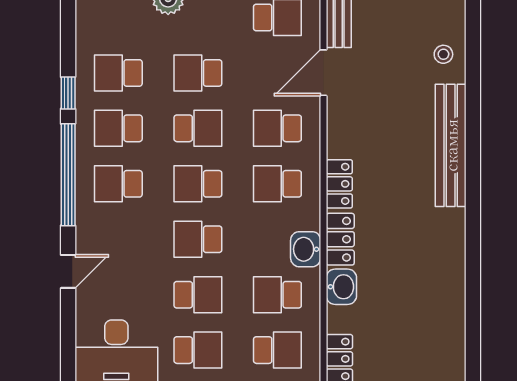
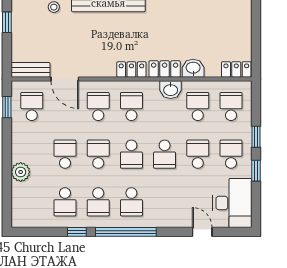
school desk: (198, 73) -> (65, 154), turned 180
school desk: (277, 128) -> (98, 107), turned 180
school desk: (277, 184) -> (131, 107), turned 180
door: (68, 271) -> (202, 232), moved
school desk: (277, 295) -> (198, 107), turned 180

